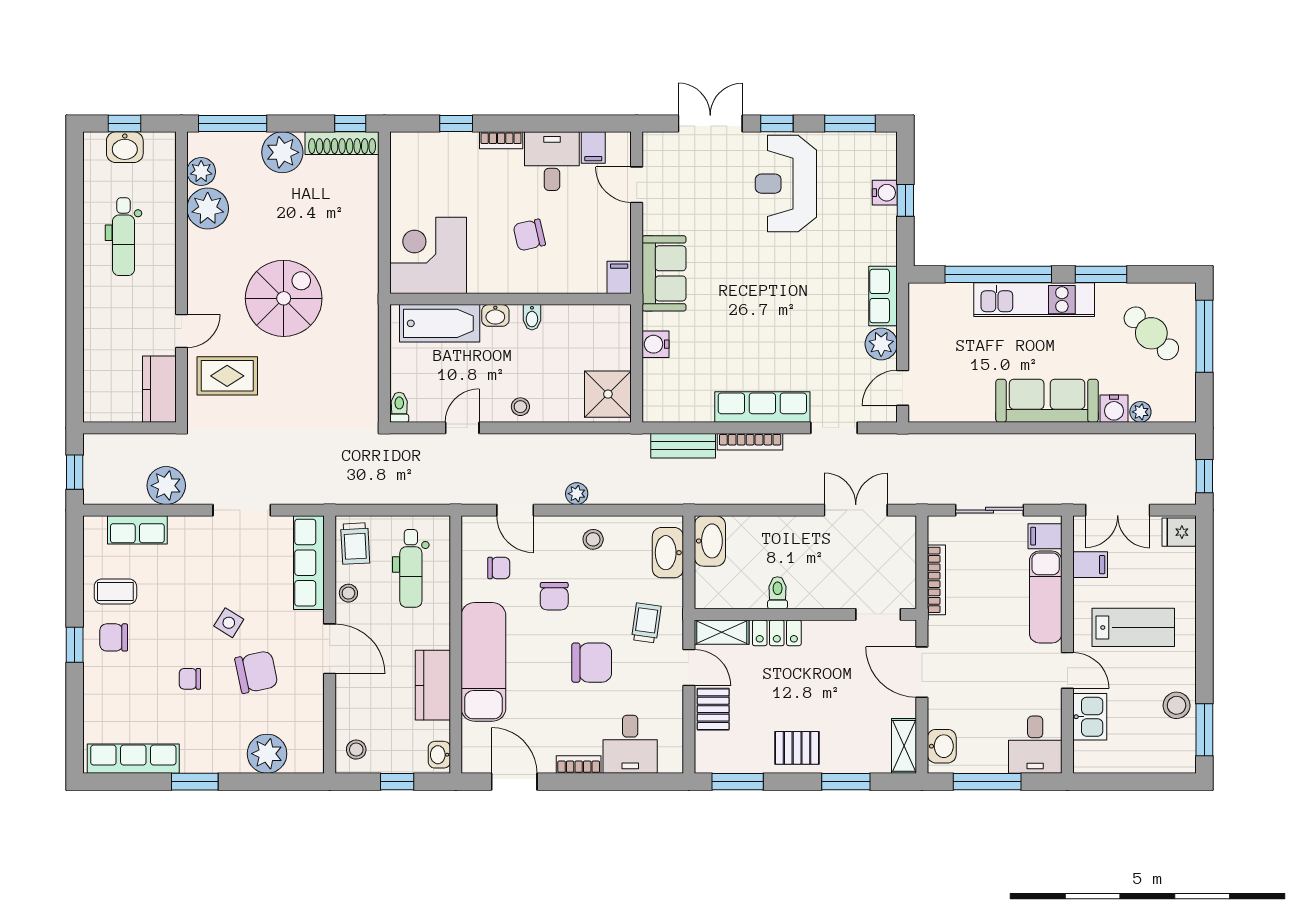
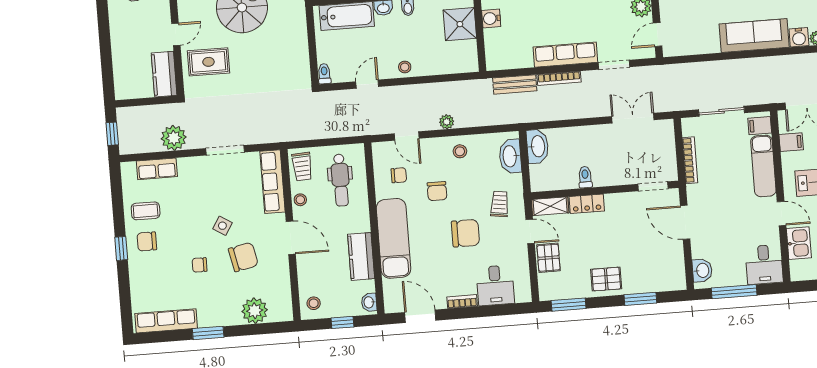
shower: (608, 394) -> (460, 24), moved
shelving: (904, 746) -> (677, 272), removed

